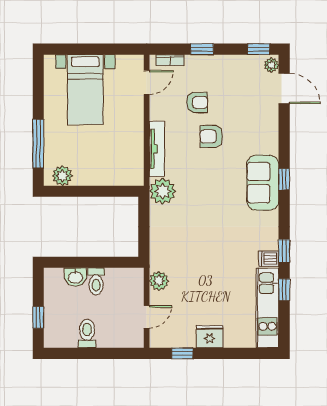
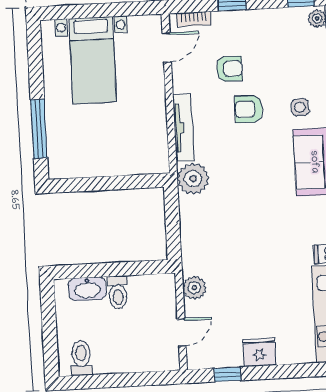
side table: (253, 137) -> (300, 107), added
plant: (62, 176) -> (70, 166), removed
washbasin: (75, 277) -> (87, 289), width x1.38
window: (38, 317) -> (50, 340), removed
toilet: (87, 334) -> (81, 358), moved

